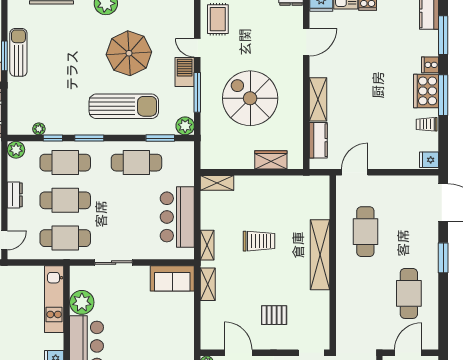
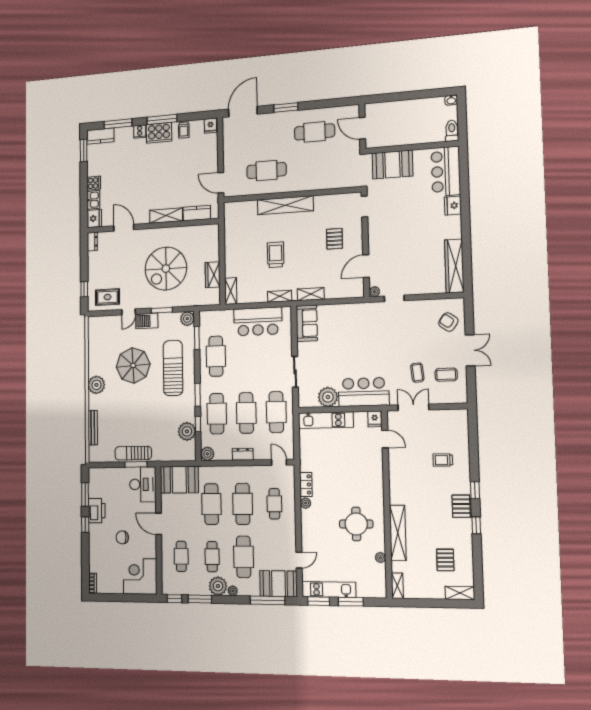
window: (197, 92) -> (162, 310), width x0.69
plant: (39, 129) -> (187, 431), width x1.88, depth x1.88
wardrobe: (271, 160) -> (213, 275), moved

